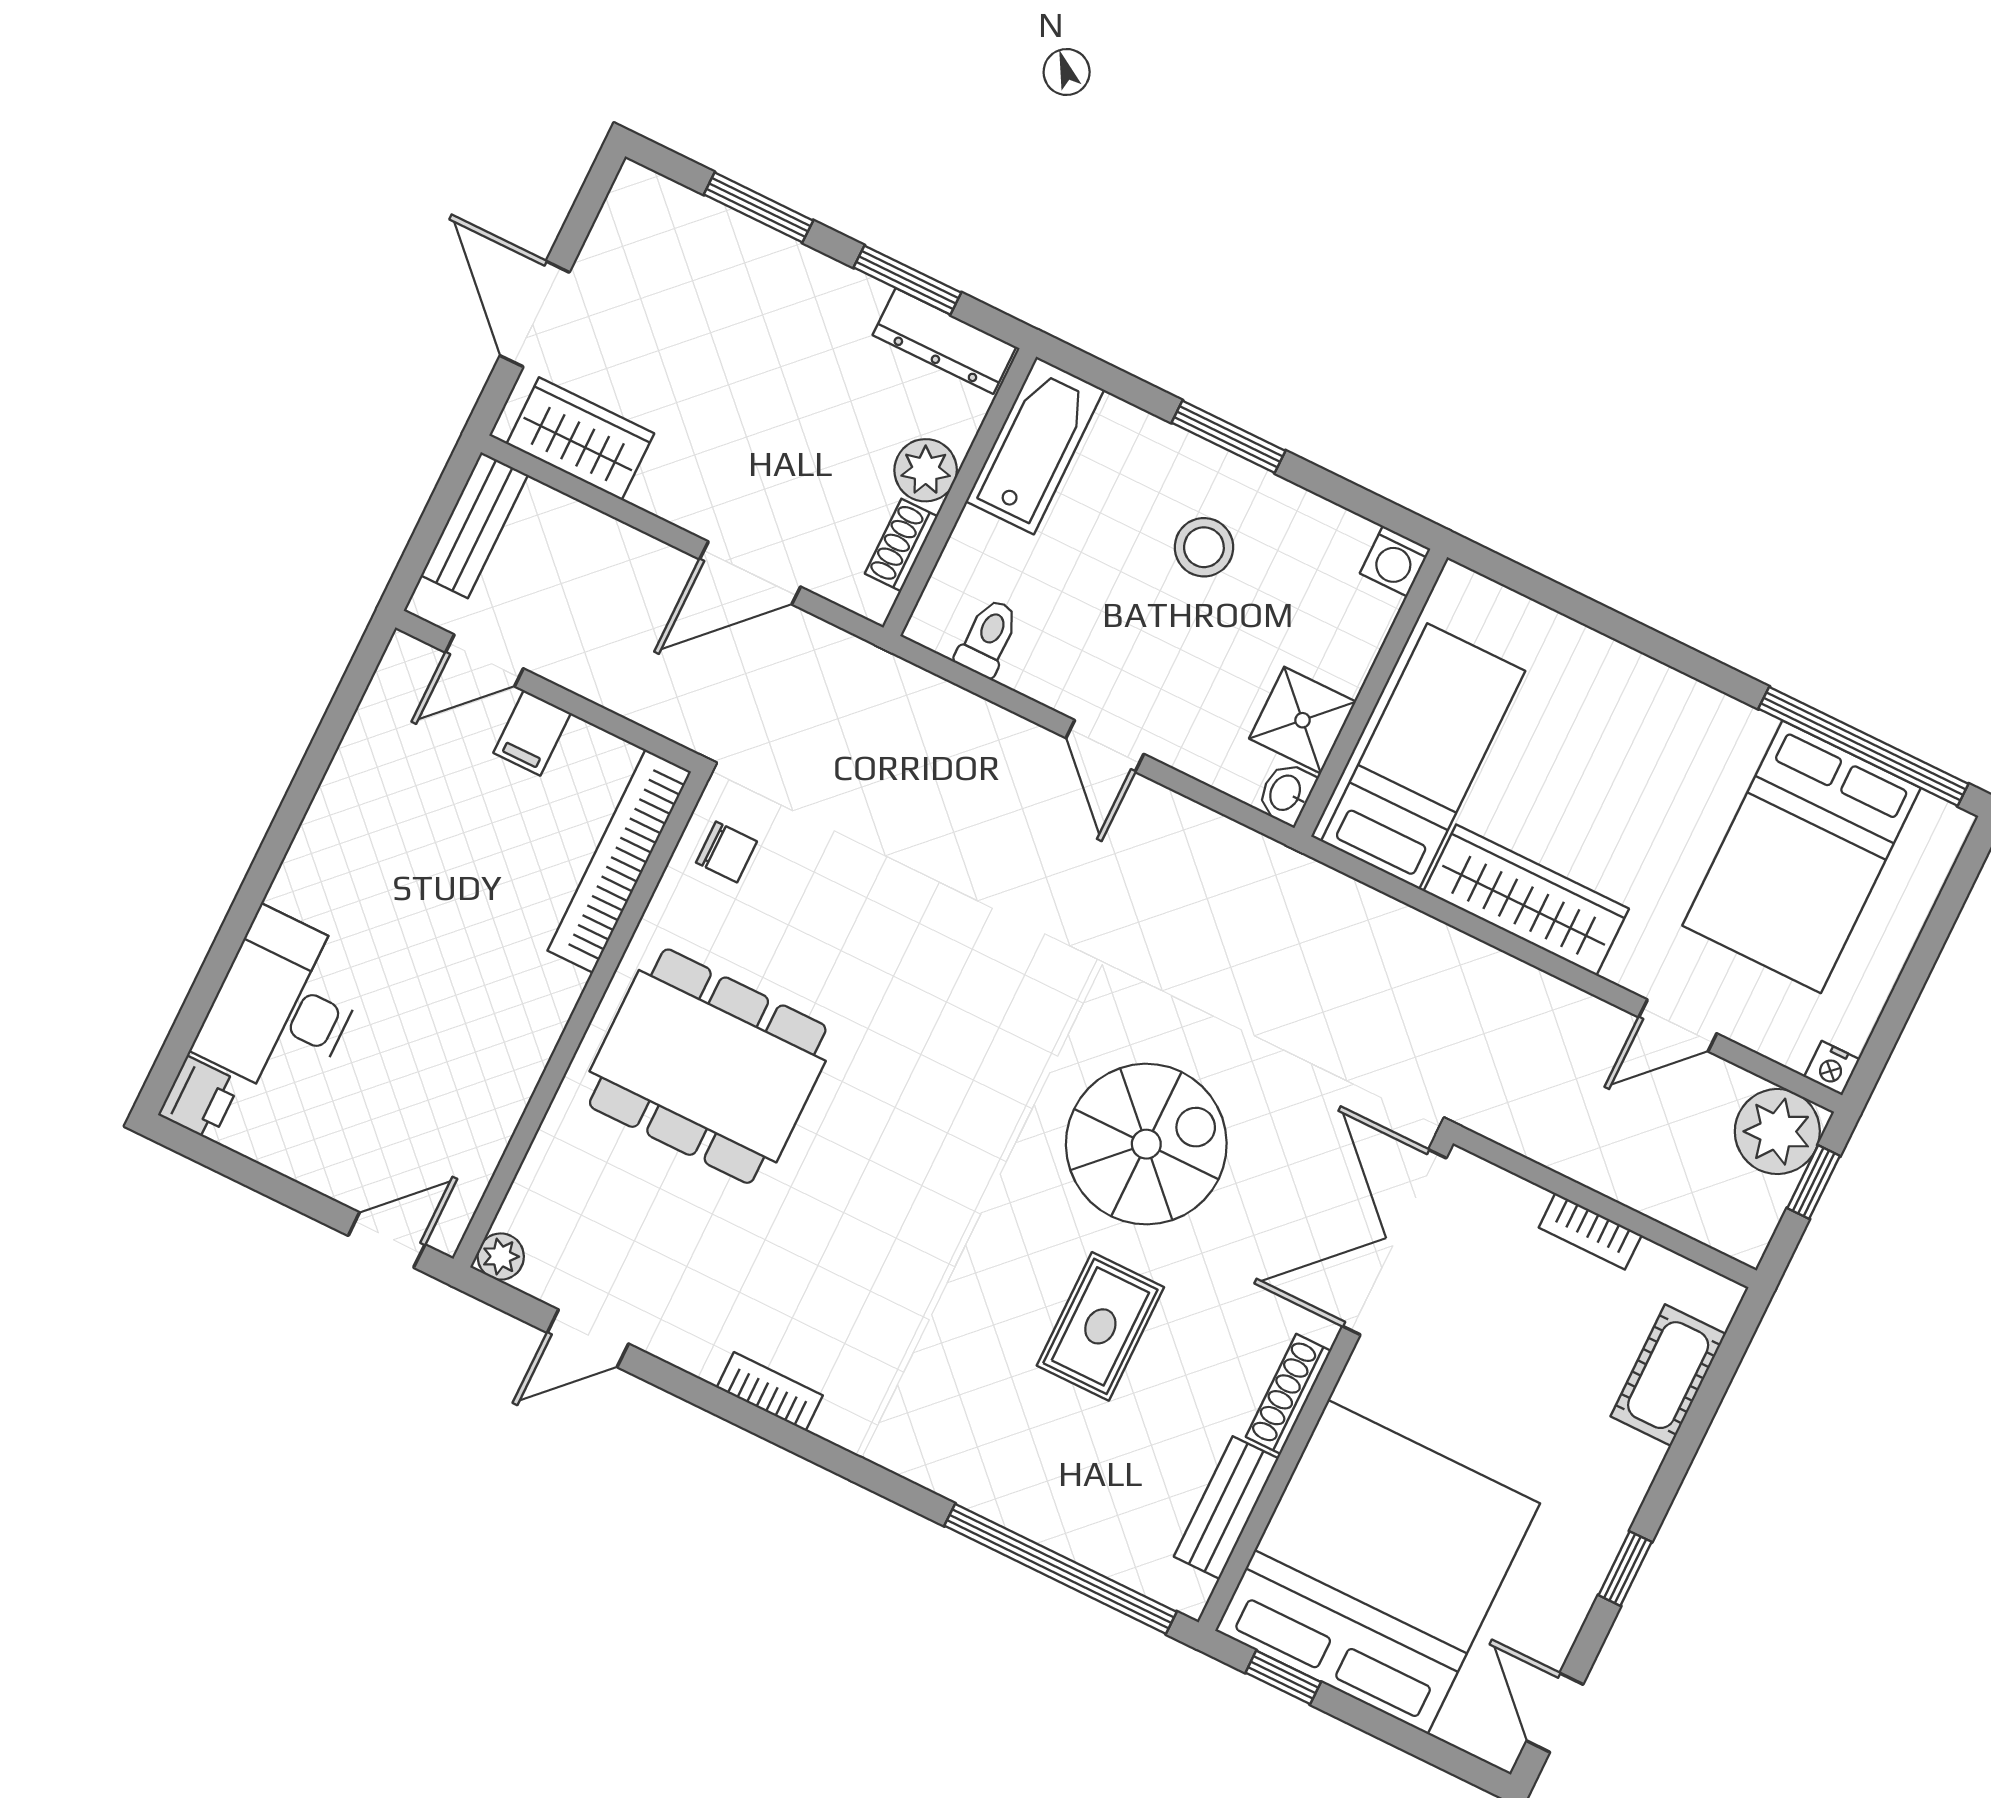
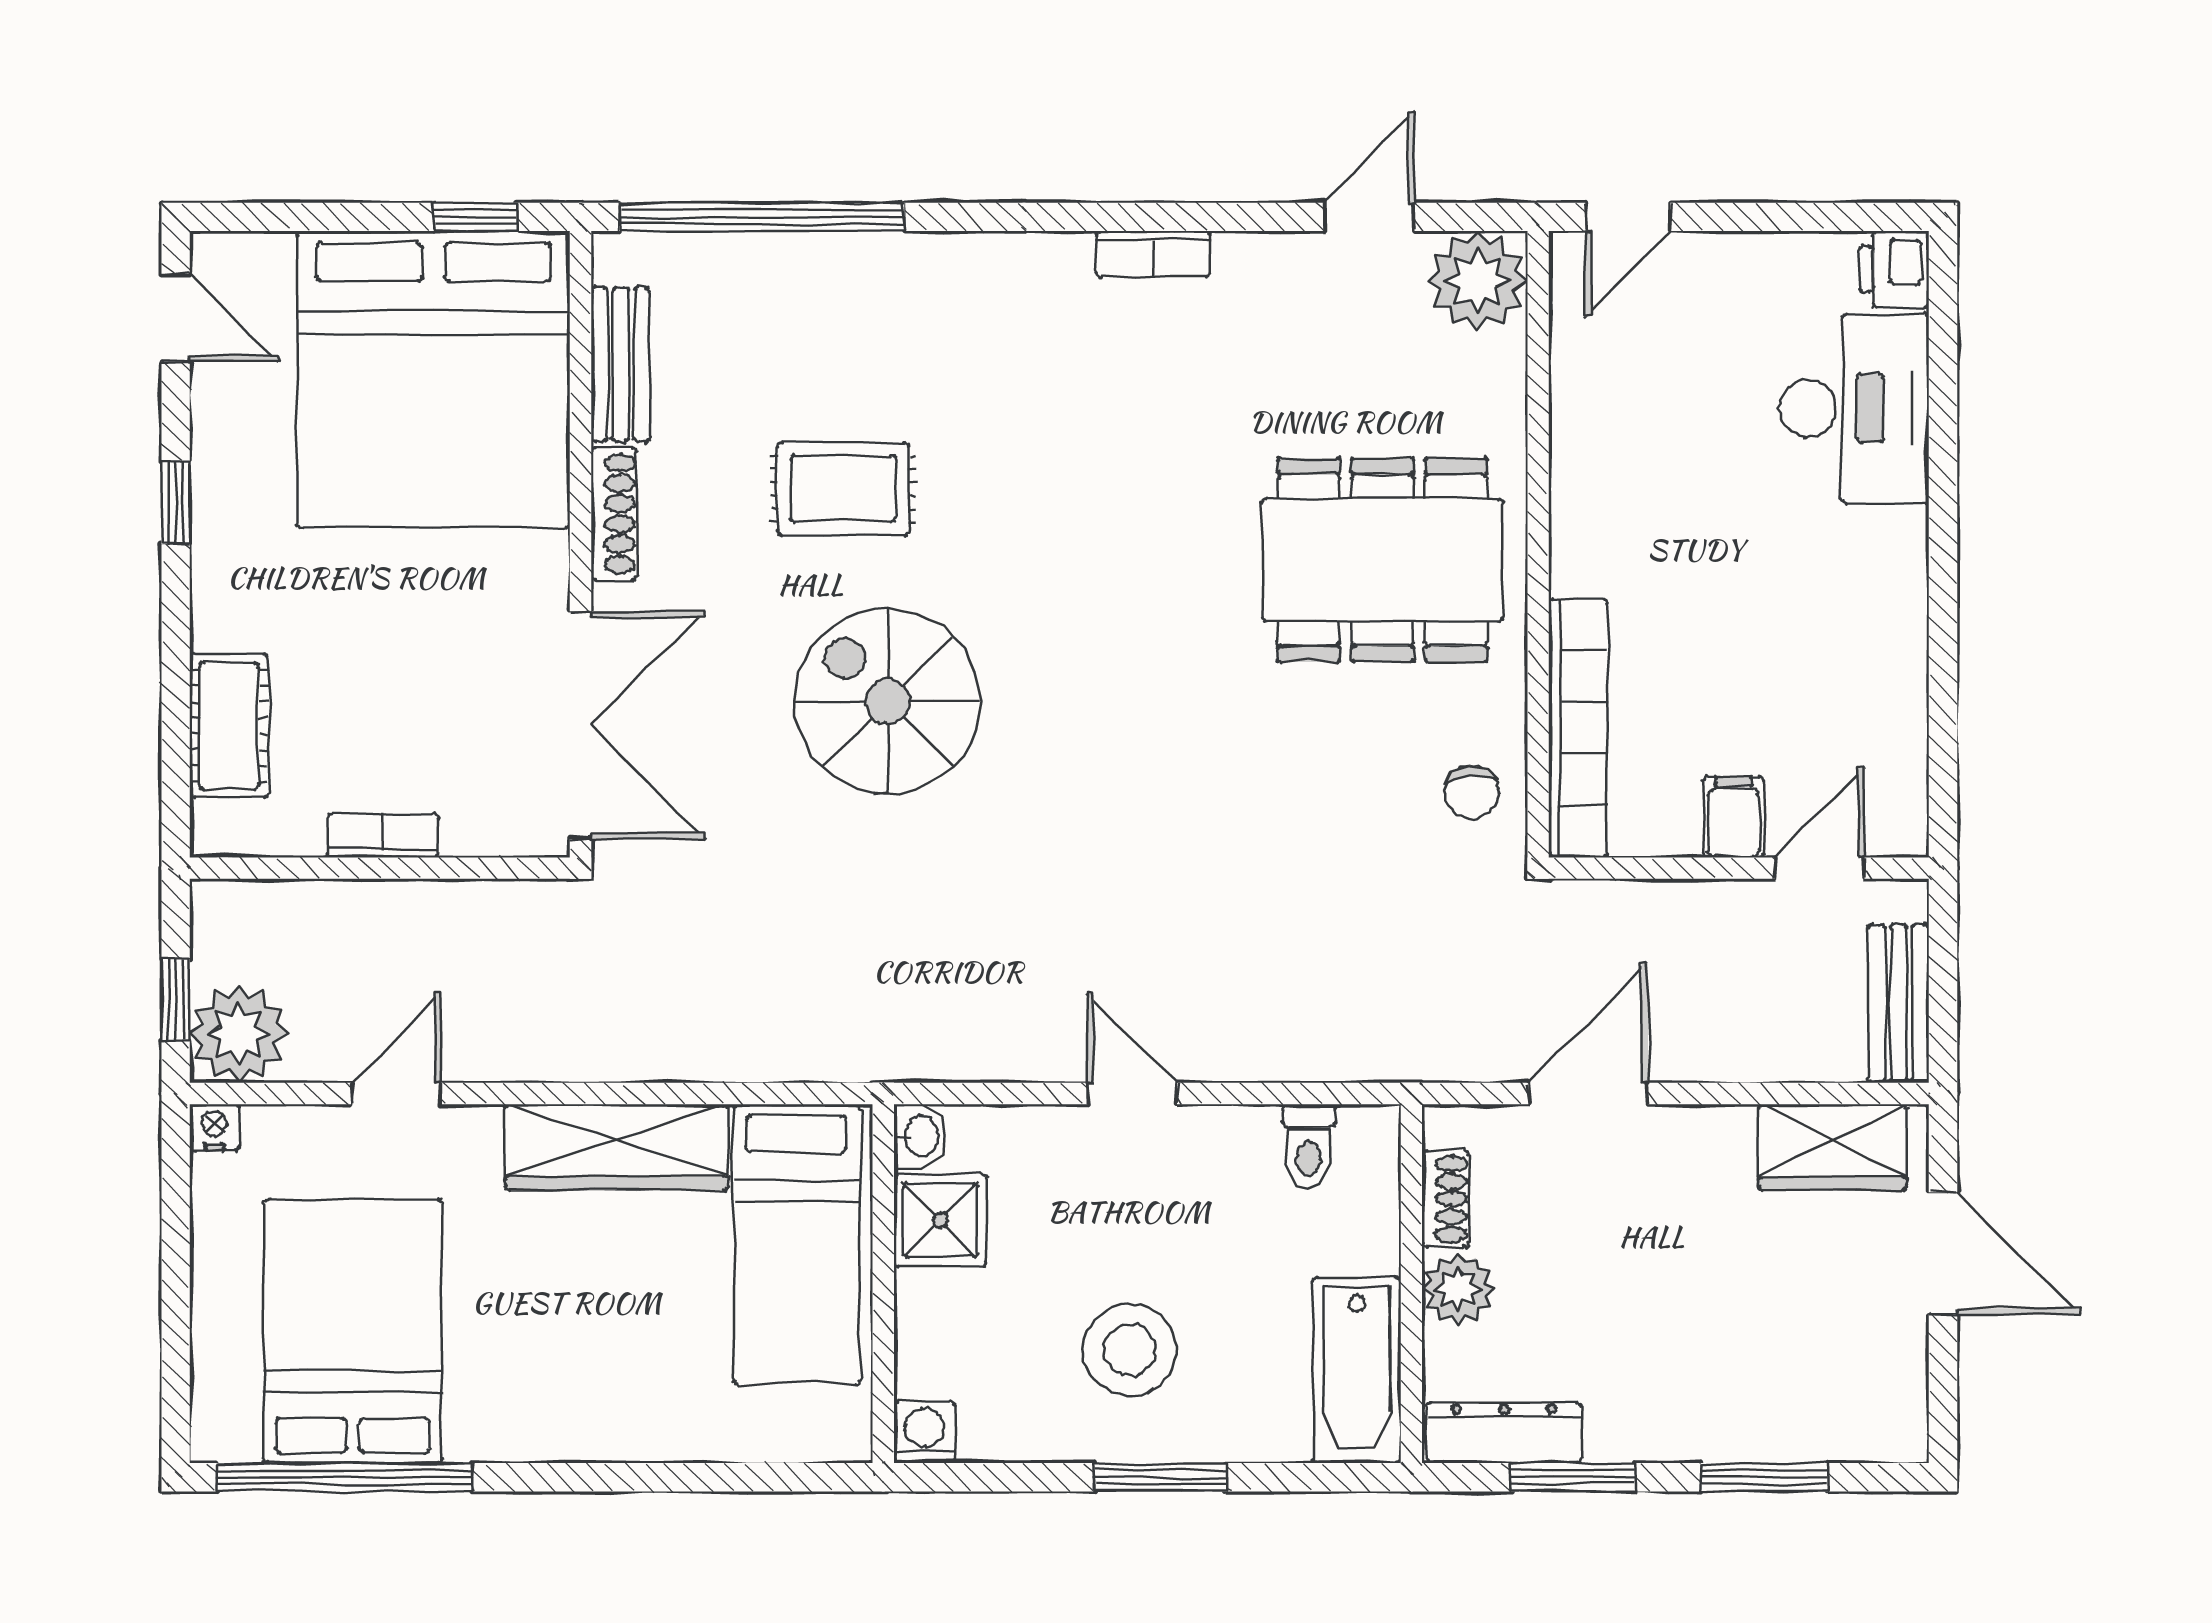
stool: (1204, 547) -> (1130, 1350), width x1.38, depth x1.38
chair: (726, 852) -> (1471, 792), turned -95
spiral stairs: (1146, 1144) -> (888, 701), turned 90
plant: (501, 1257) -> (1478, 281), width x1.87, depth x1.87
rug: (1100, 1326) -> (843, 489), turned 90

